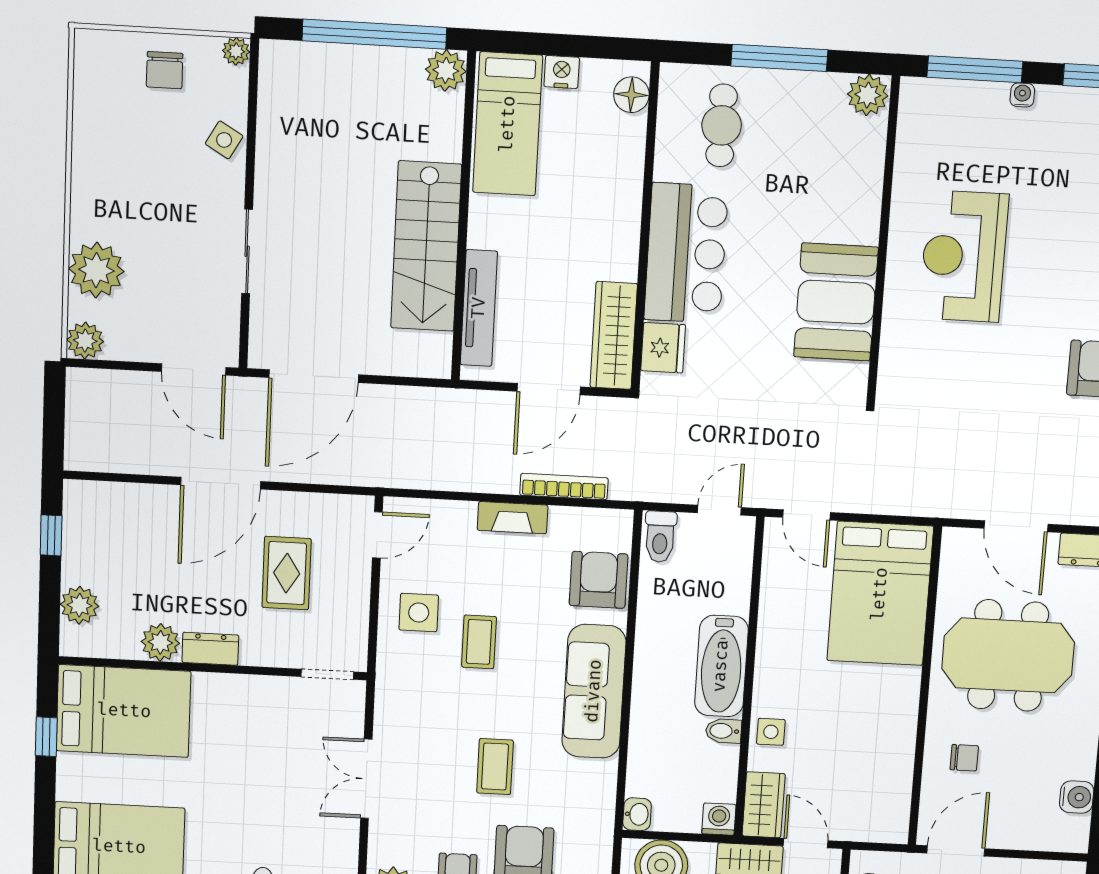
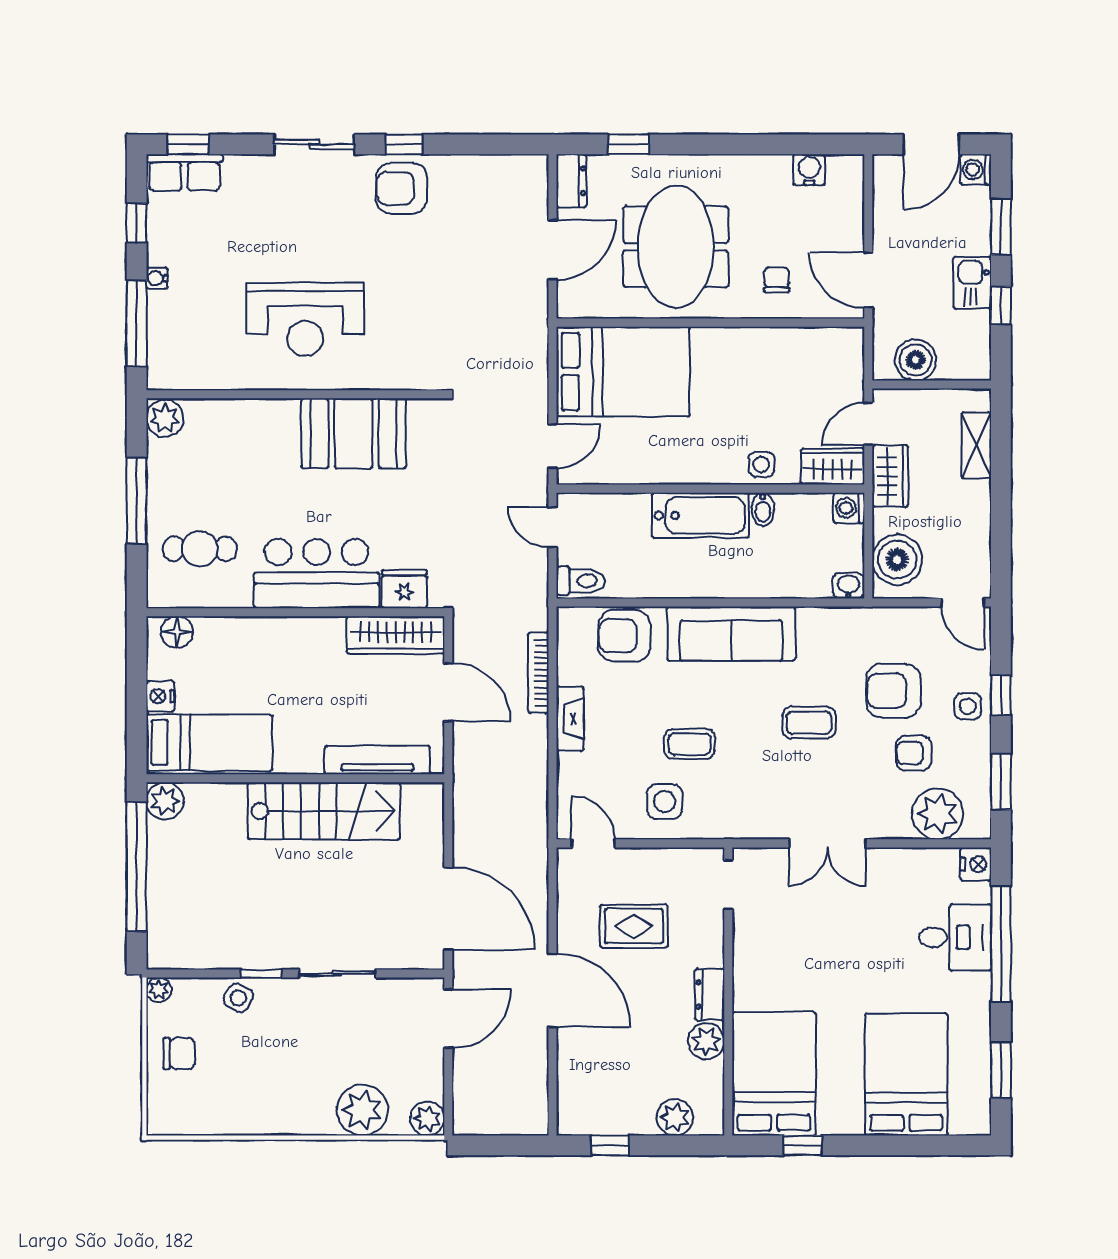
window: (250, 167) -> (261, 974), added

